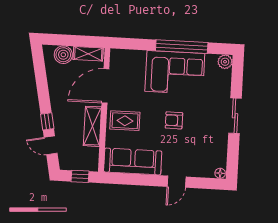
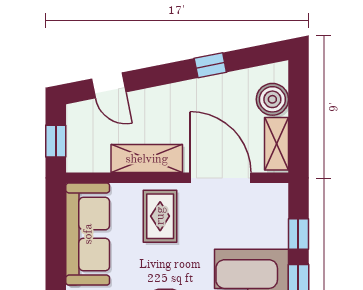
window: (139, 44) -> (298, 234), added
window: (47, 121) -> (210, 65), moved
door: (51, 145) -> (109, 85), swing flipped

